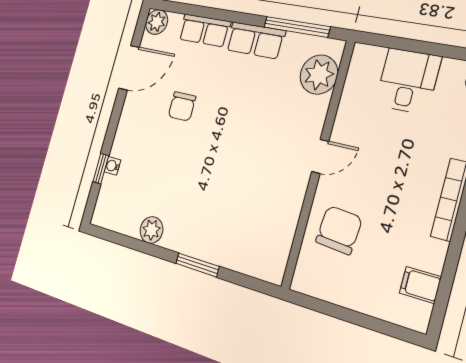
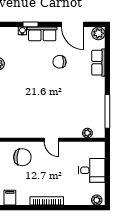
row of seats: (255, 40) -> (42, 34), moved, turned -90
plant: (319, 75) -> (87, 133), width x0.53, depth x0.53
window: (101, 169) -> (31, 24), moved

